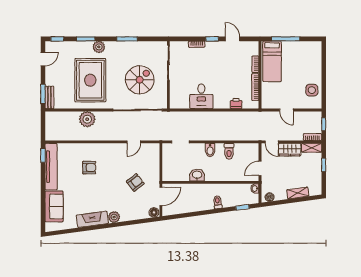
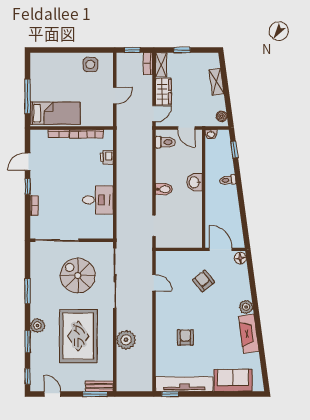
rug: (90, 80) -> (78, 336), turned 90
toilet: (229, 151) -> (165, 142), moved
washbasin: (197, 175) -> (195, 182), moved

